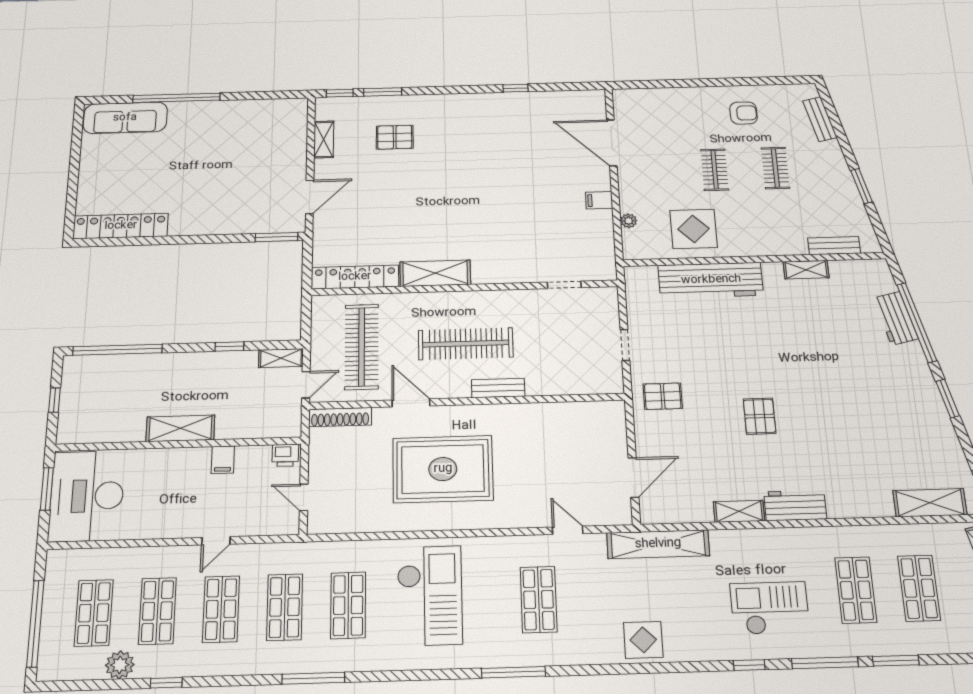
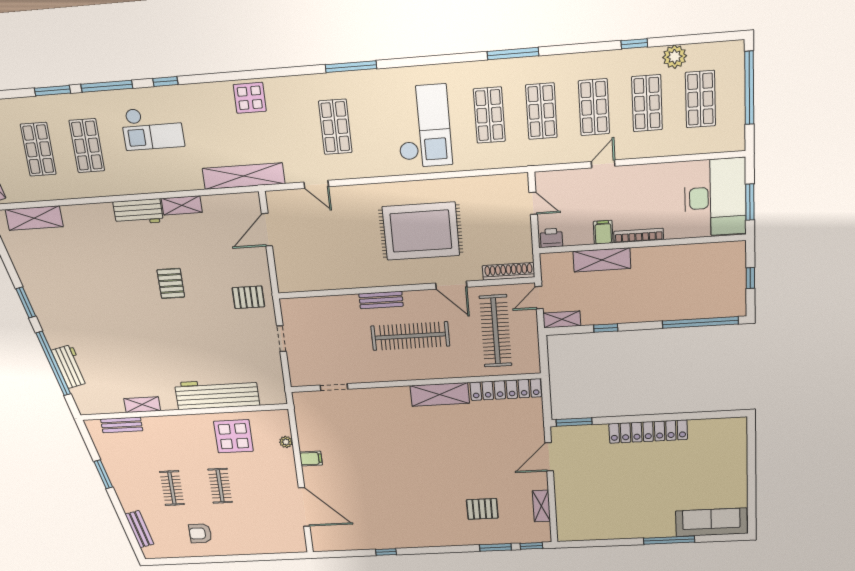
window: (176, 98) -> (669, 540), width x0.68
locker: (121, 226) -> (648, 432), moved
shelving: (180, 428) -> (602, 260), moved
bookcase: (181, 454) -> (639, 236), added
checkout: (430, 595) -> (423, 126), turned 180

